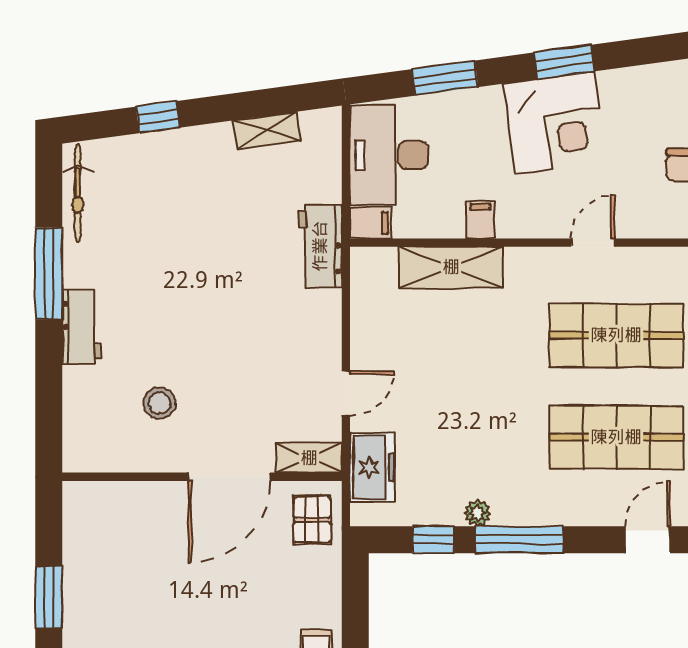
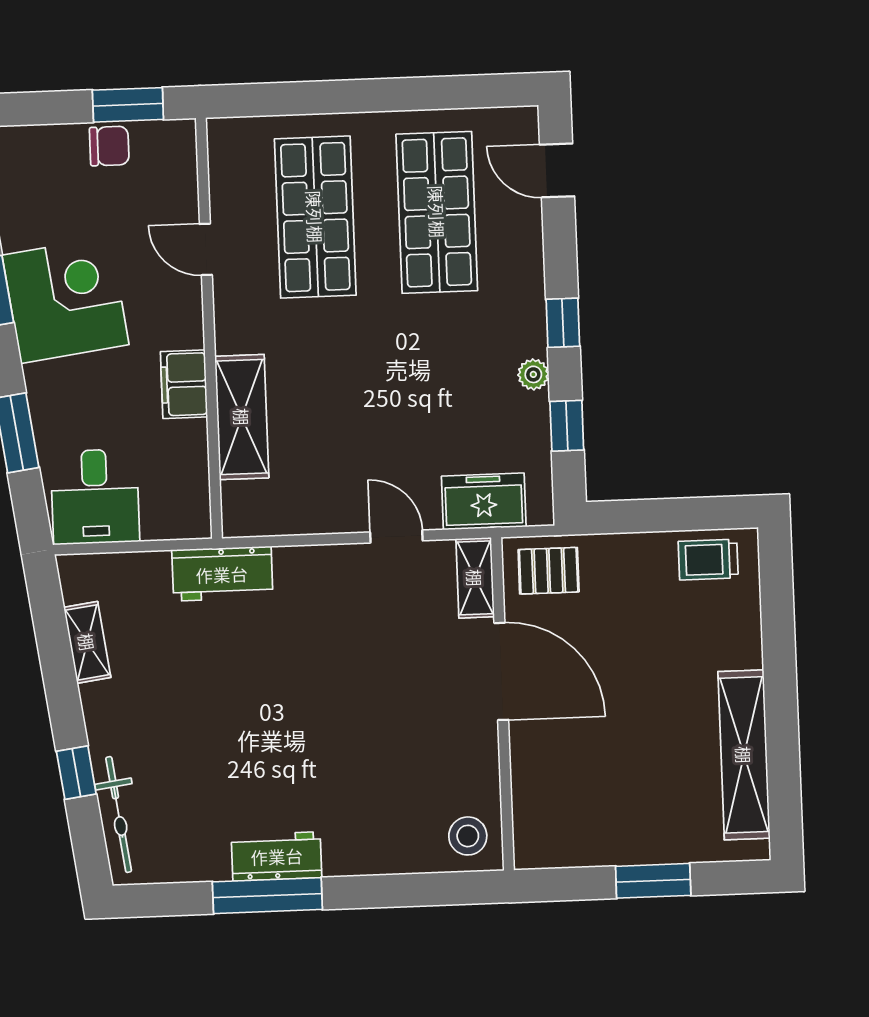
desk: (389, 155) -> (95, 497), width x0.73
bicycle: (78, 193) -> (119, 815), moved, turned 82
filing cabinet: (480, 220) -> (184, 384), width x2.00
filing cabinet: (370, 223) -> (193, 515), removed
workbench: (81, 327) -> (277, 856), moved
stool: (159, 403) -> (468, 836), moved
window: (520, 540) -> (563, 323), width x0.46

